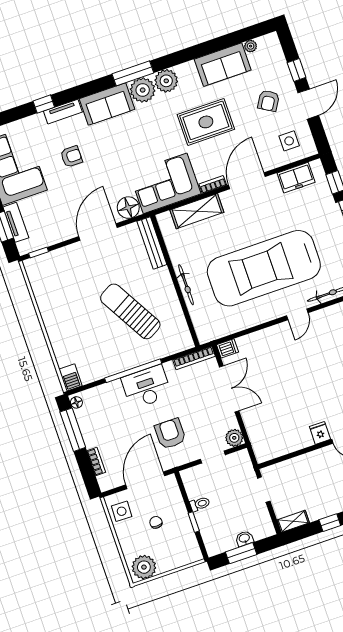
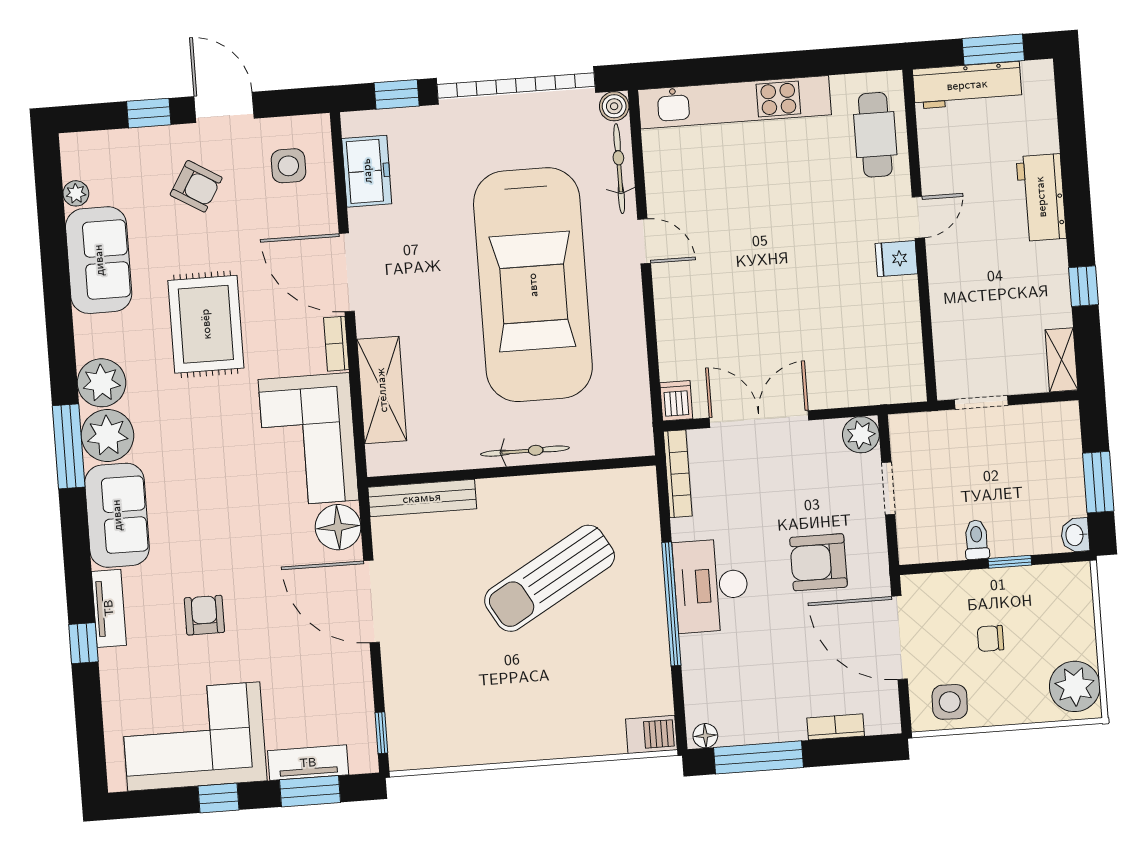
washbasin: (244, 538) -> (1075, 535), moved

